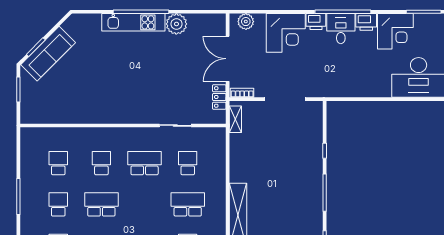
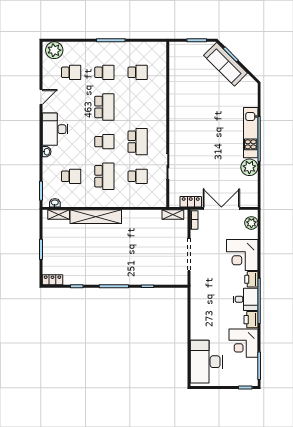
school desk: (101, 163) -> (104, 142), moved

